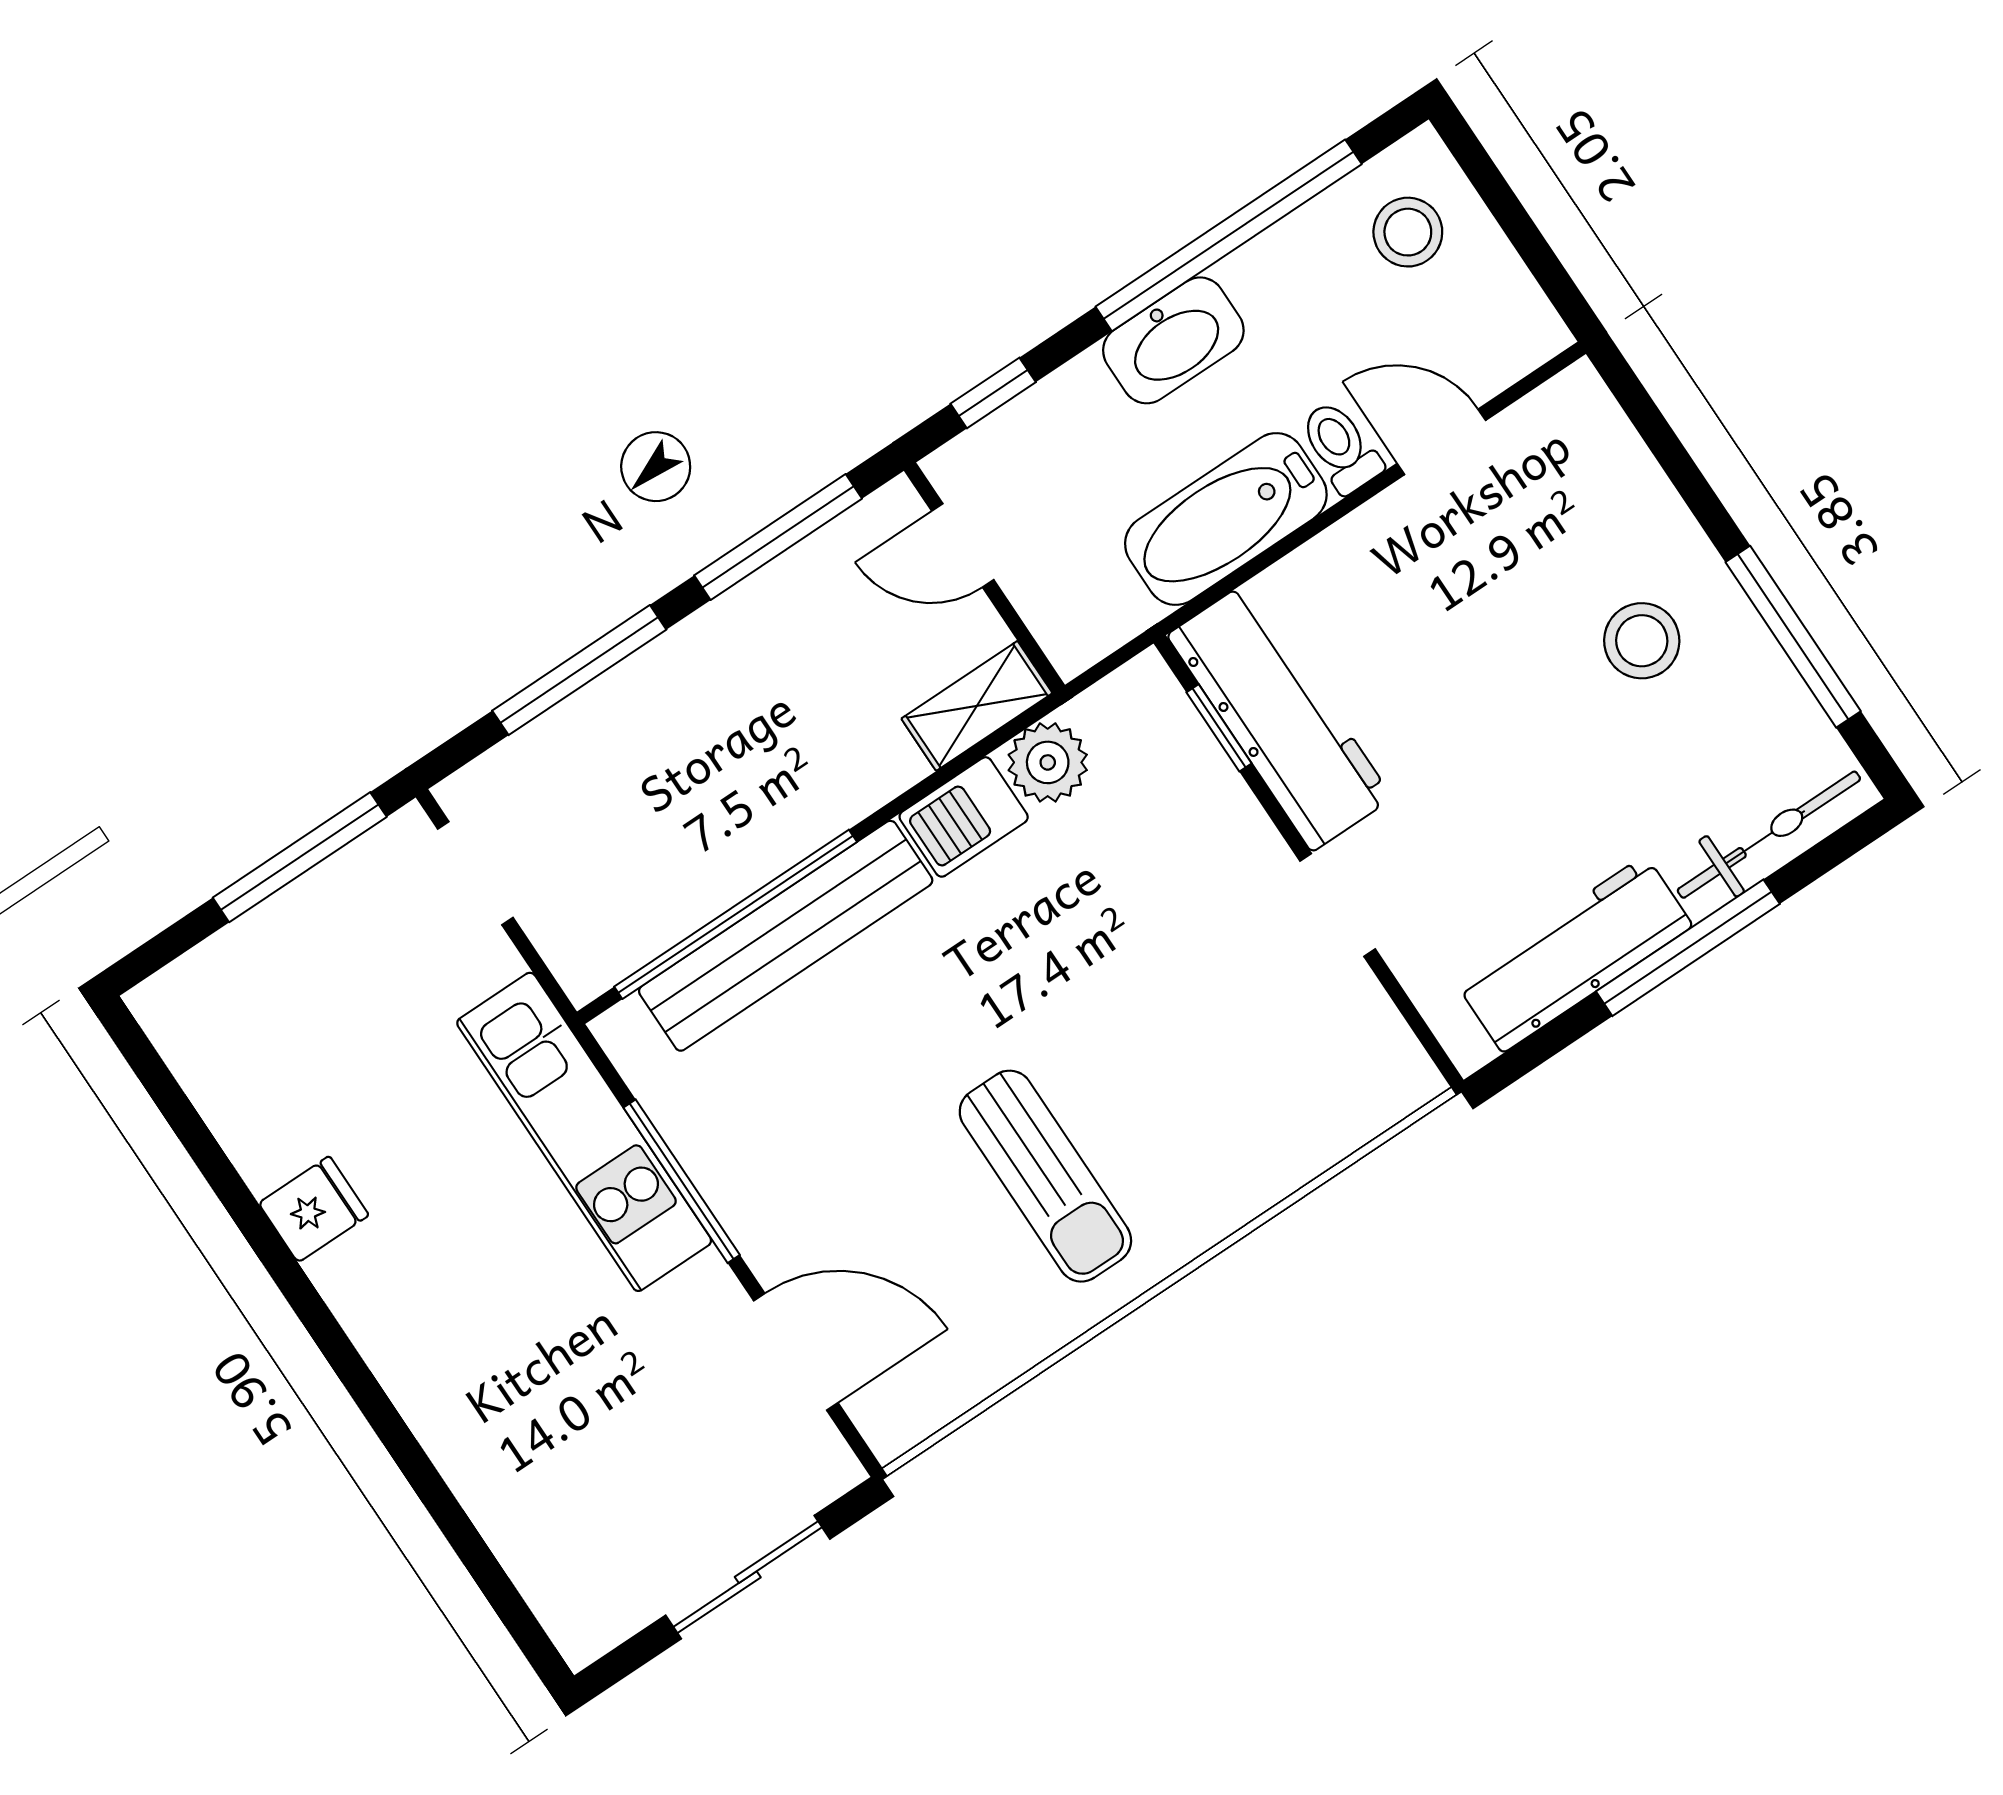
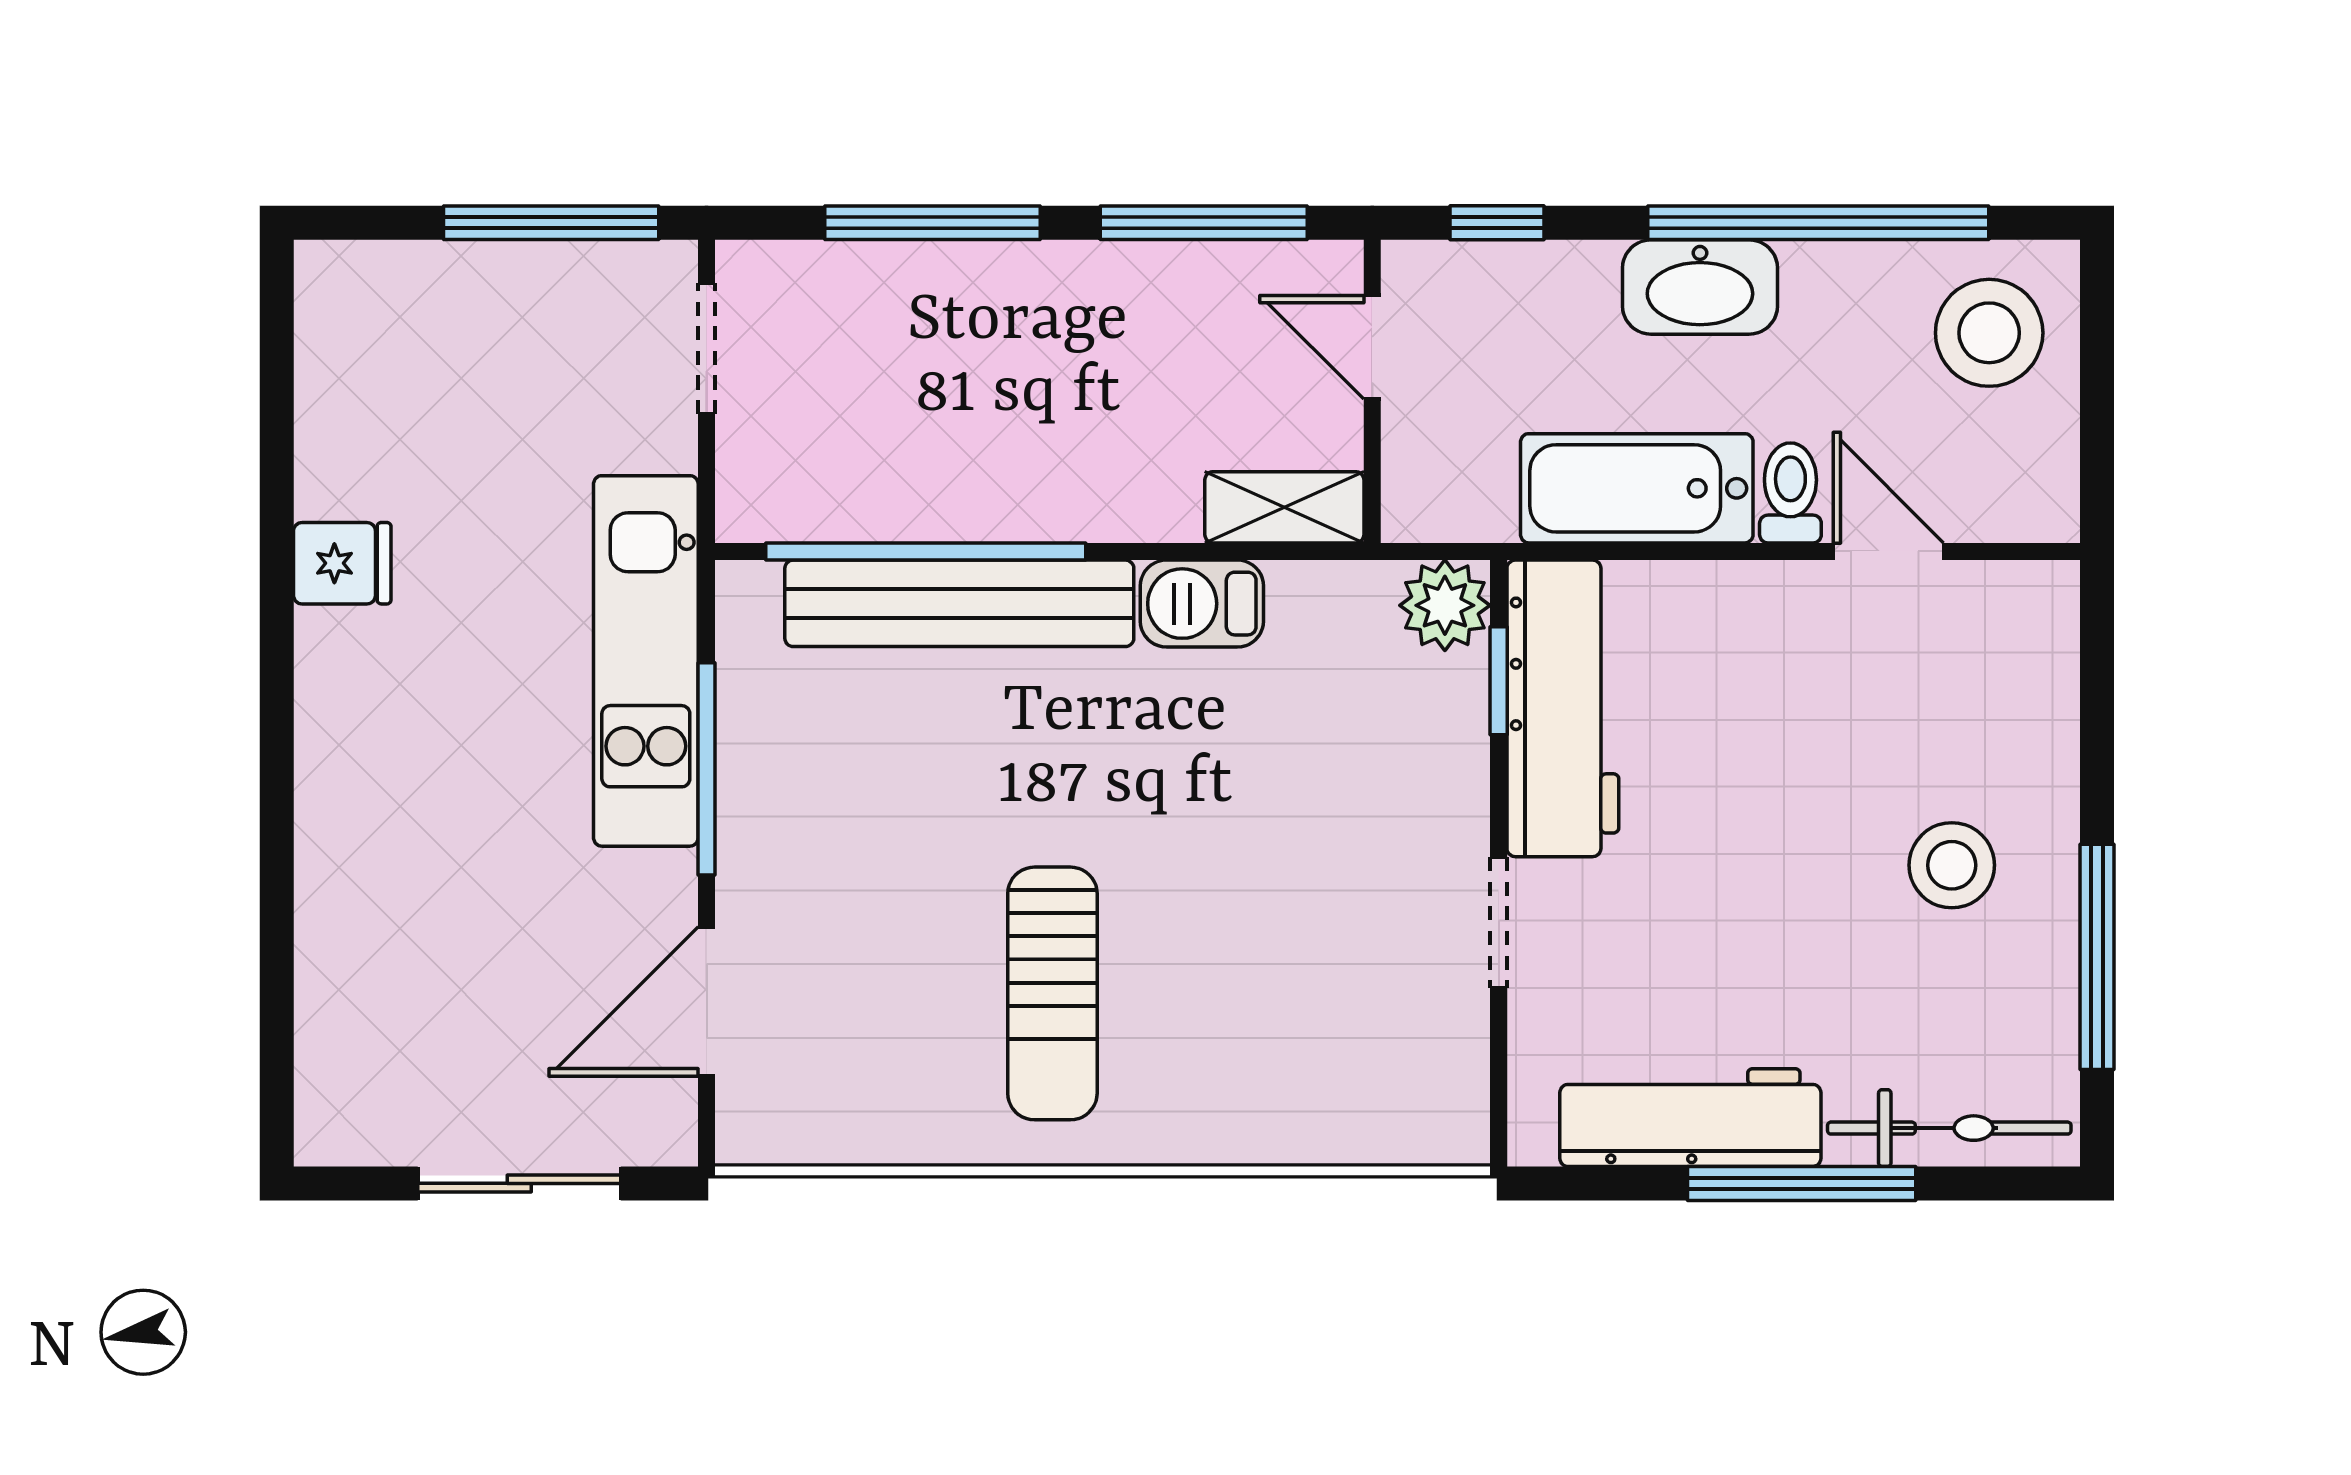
stool: (1408, 232) -> (1989, 333), width x1.38, depth x1.38
plant: (1048, 762) -> (1445, 605), moved
door: (796, 1352) -> (707, 1002), swing flipped

